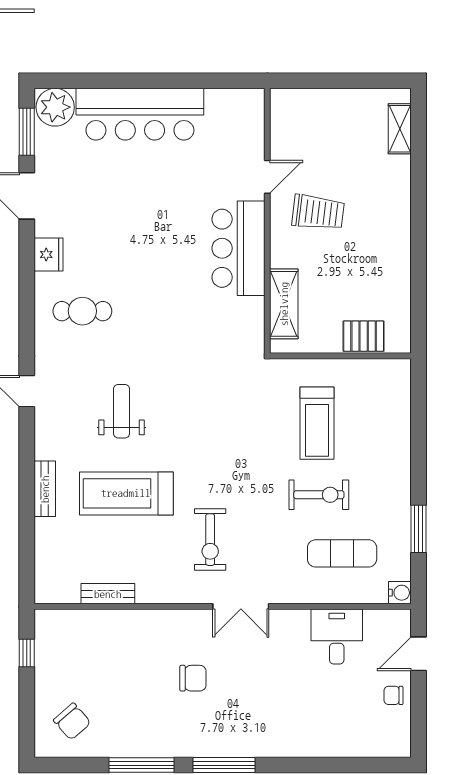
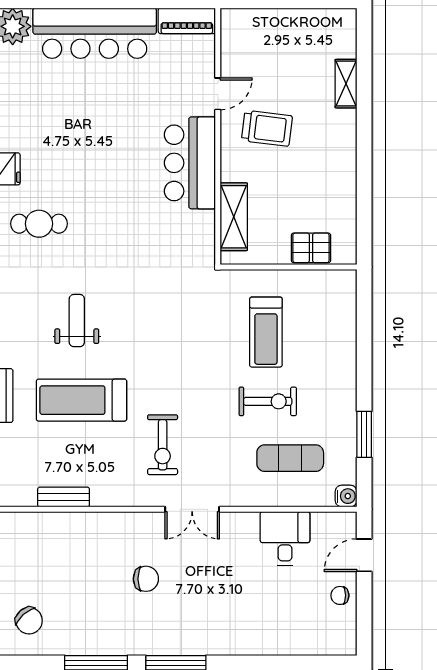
piano: (235, 101) -> (187, 21), added
shelving: (400, 129) -> (346, 84), moved

